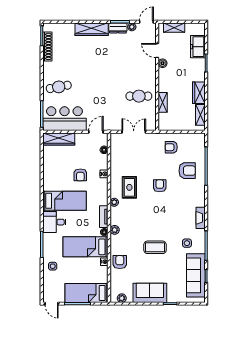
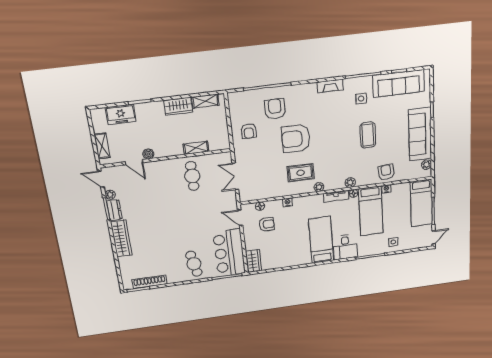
door: (157, 51) -> (134, 162), hinge flipped
wardrobe: (59, 139) -> (253, 261), width x0.67
armchair: (80, 175) -> (267, 224), moved
armchair: (160, 186) -> (296, 139), width x1.88, depth x1.88
armchair: (120, 262) -> (386, 172), turned 85
sofa: (150, 293) -> (420, 134), width x1.36

